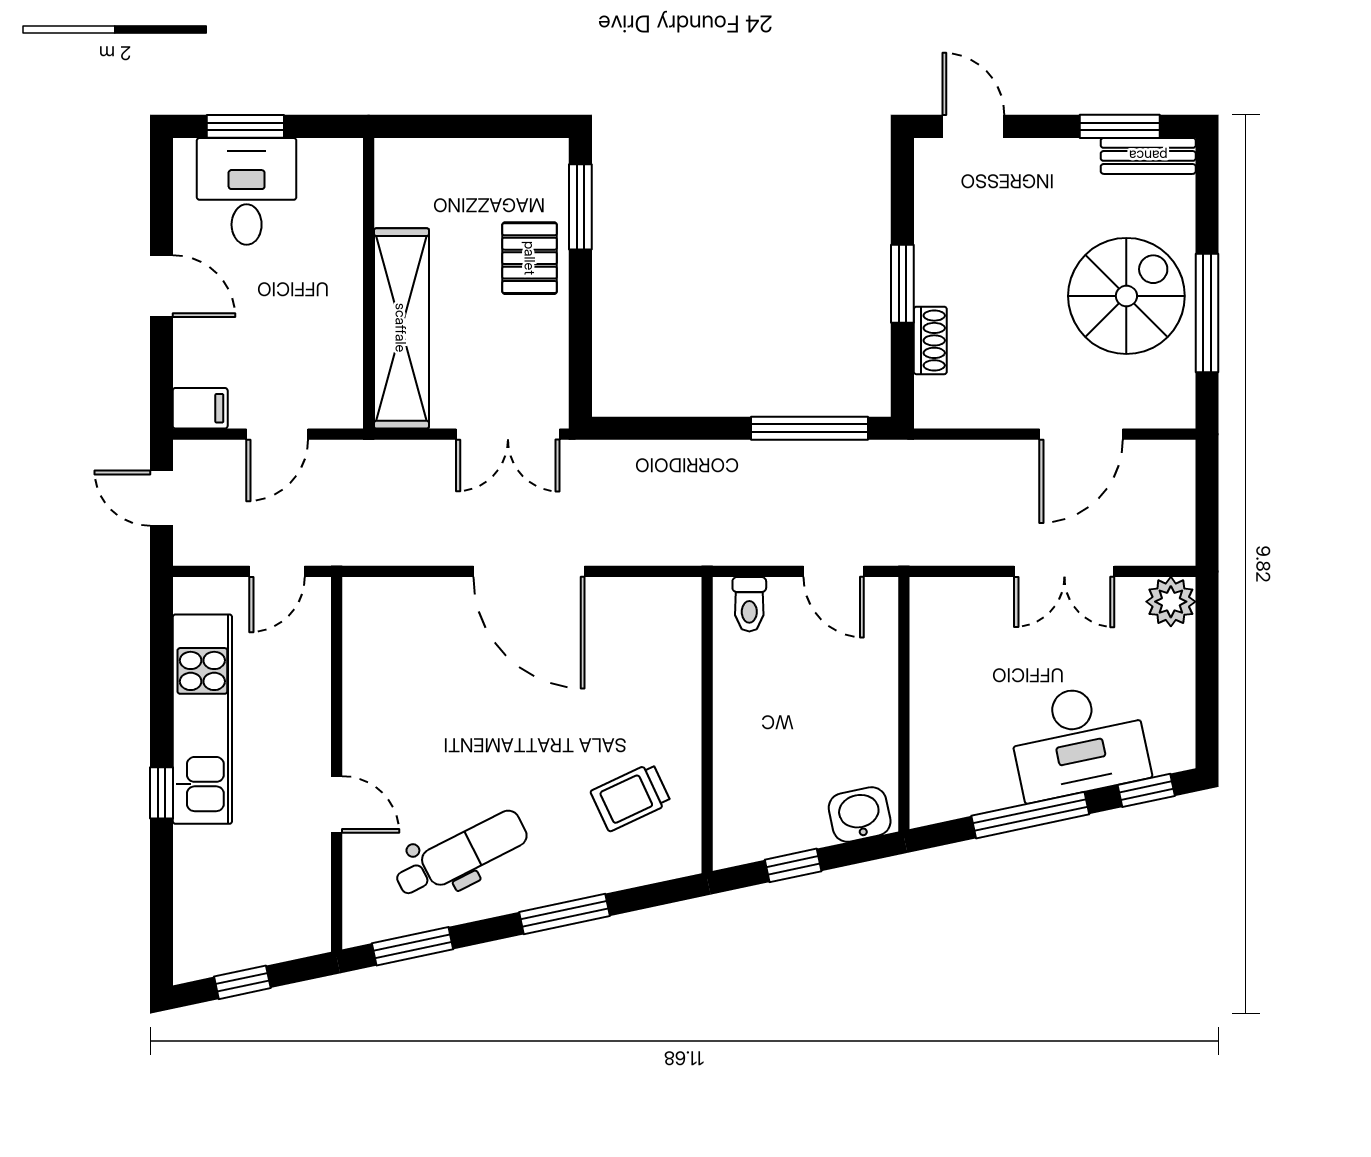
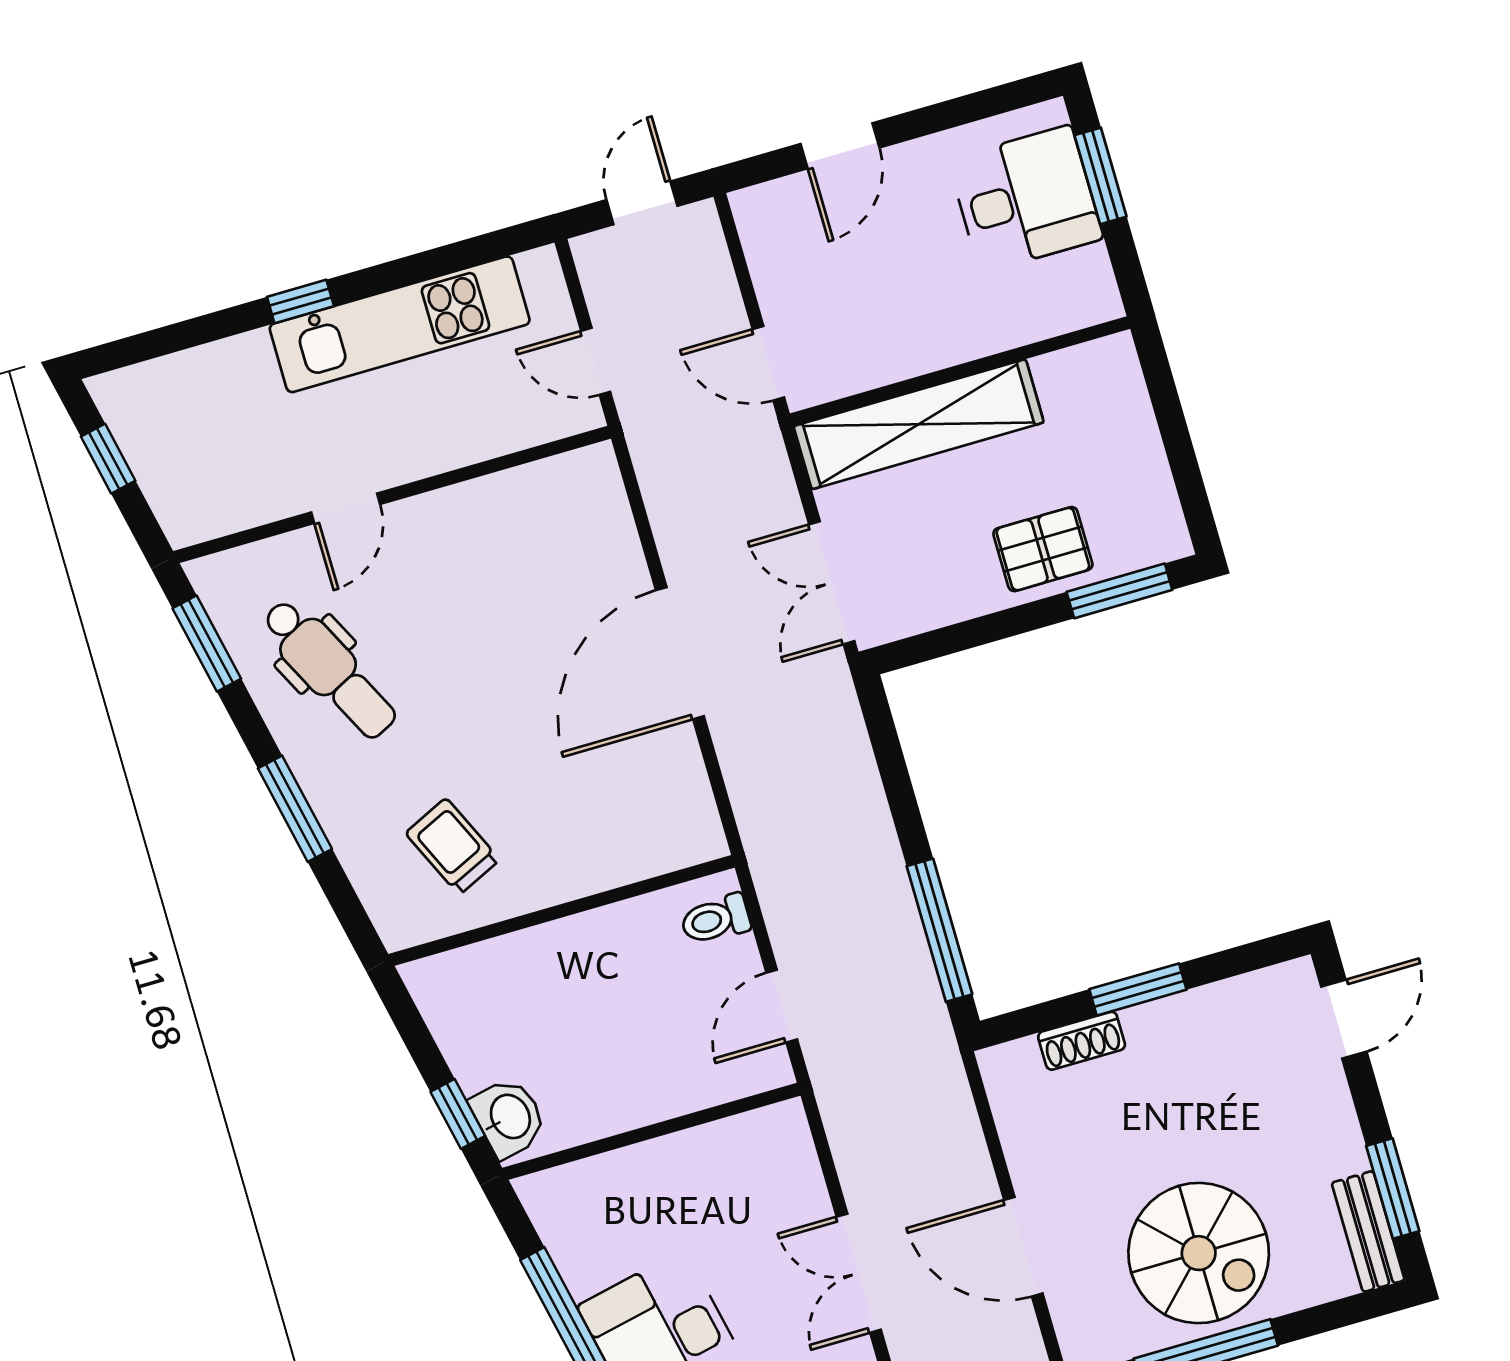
door: (161, 286) -> (840, 146), moved
filing cabinet: (200, 408) -> (759, 218), removed
door: (277, 434) -> (768, 363), moved
window: (793, 865) -> (458, 1114), moved

